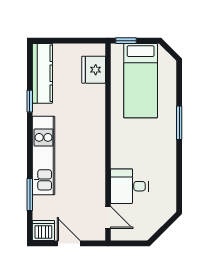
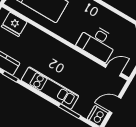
desk: (129, 186) -> (97, 43), width x1.37

